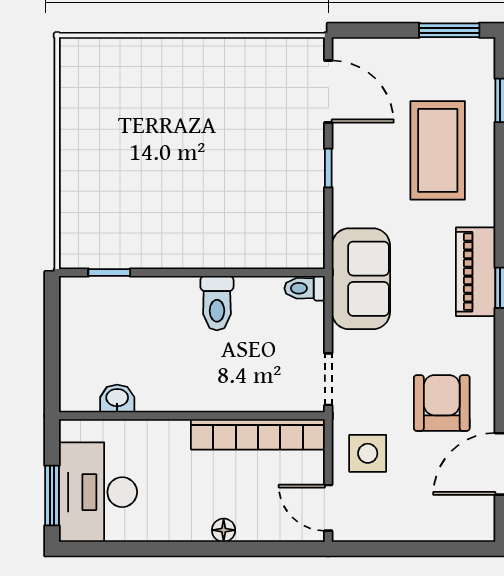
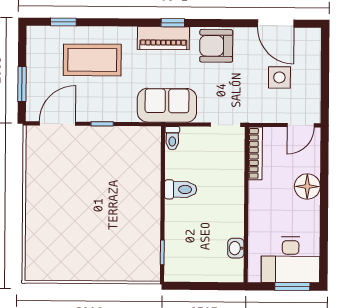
window: (449, 30) -> (22, 84), moved
armchair: (442, 403) -> (216, 46), moved
bookcase: (258, 434) -> (255, 153), width x0.68, depth x0.76
side table: (368, 453) -> (279, 77), moved
floor lamp: (224, 530) -> (307, 186), width x1.89, depth x1.89

